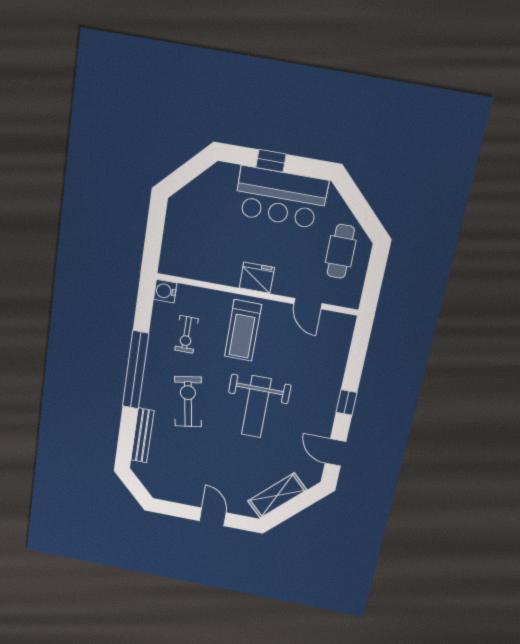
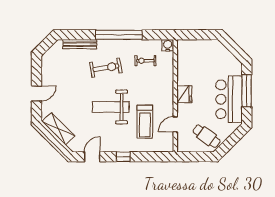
window: (271, 161) -> (247, 91), width x2.17
cafe table: (341, 251) -> (206, 136), turned 36
treadmill: (243, 330) -> (145, 122), moved, turned -90

